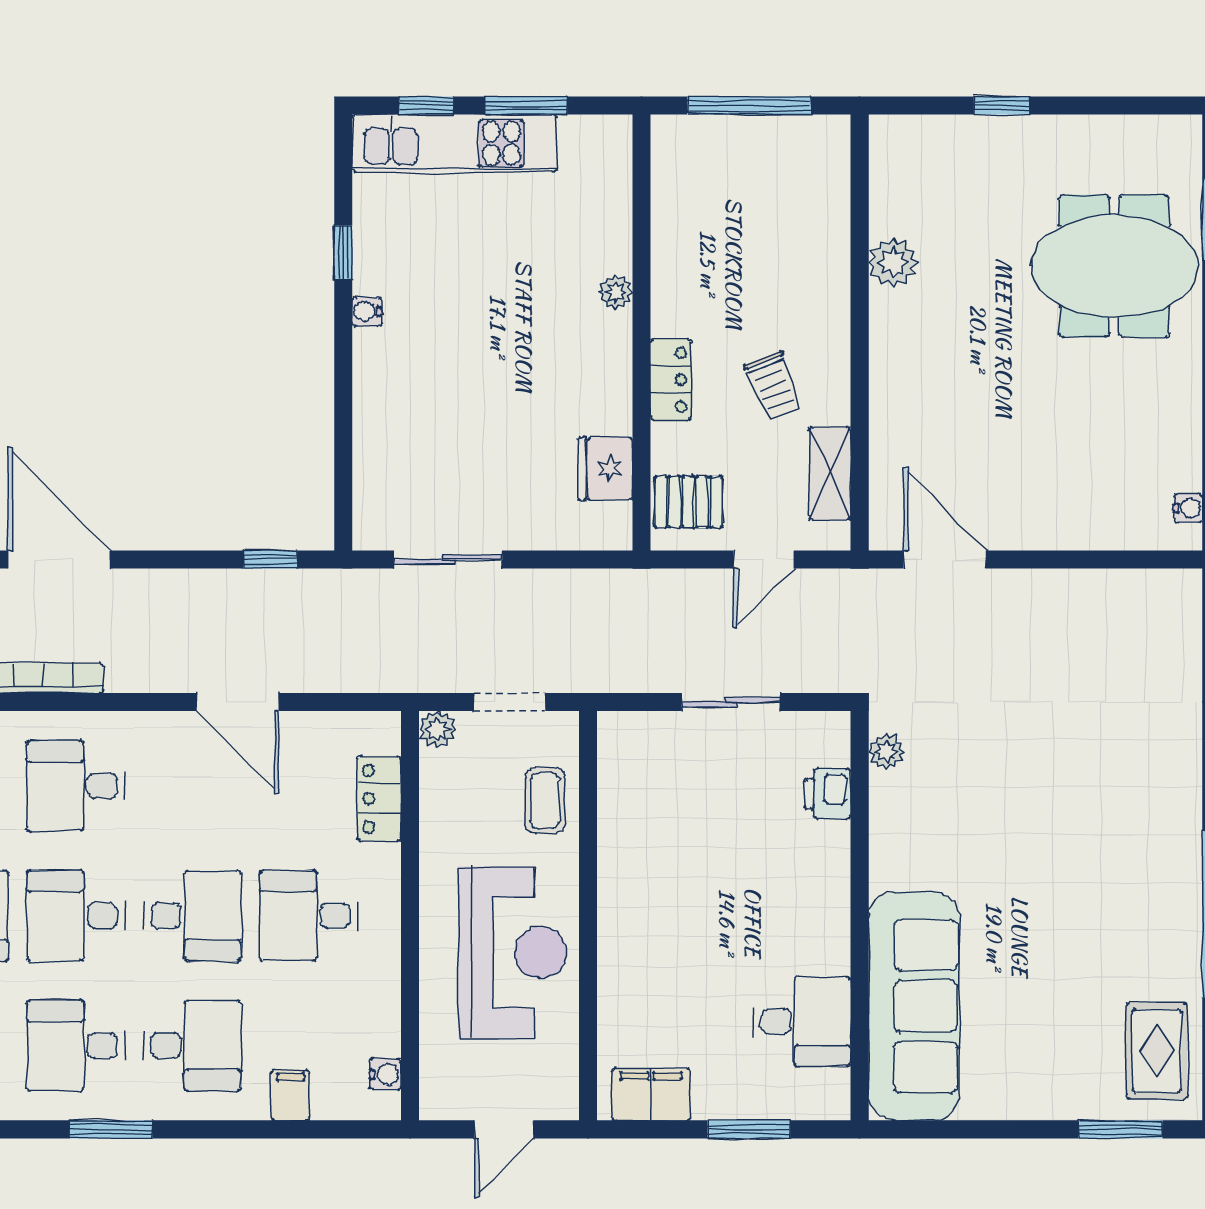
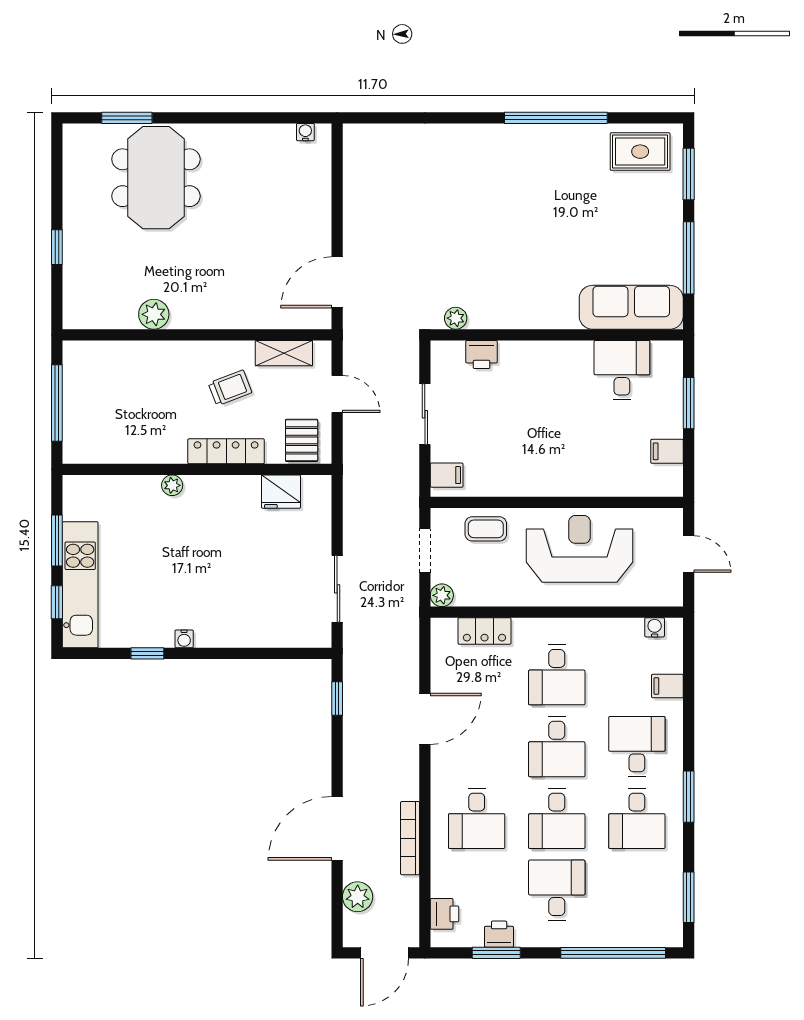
locker: (671, 380) -> (226, 451), width x1.53
filing cabinet: (632, 737) -> (447, 475), added
desk: (192, 916) -> (557, 747), turned 180
sofa: (914, 1006) -> (631, 307), width x0.74, depth x0.79
filing cabinet: (651, 1094) -> (667, 451), width x0.50
window: (984, 1129) -> (689, 258), added

